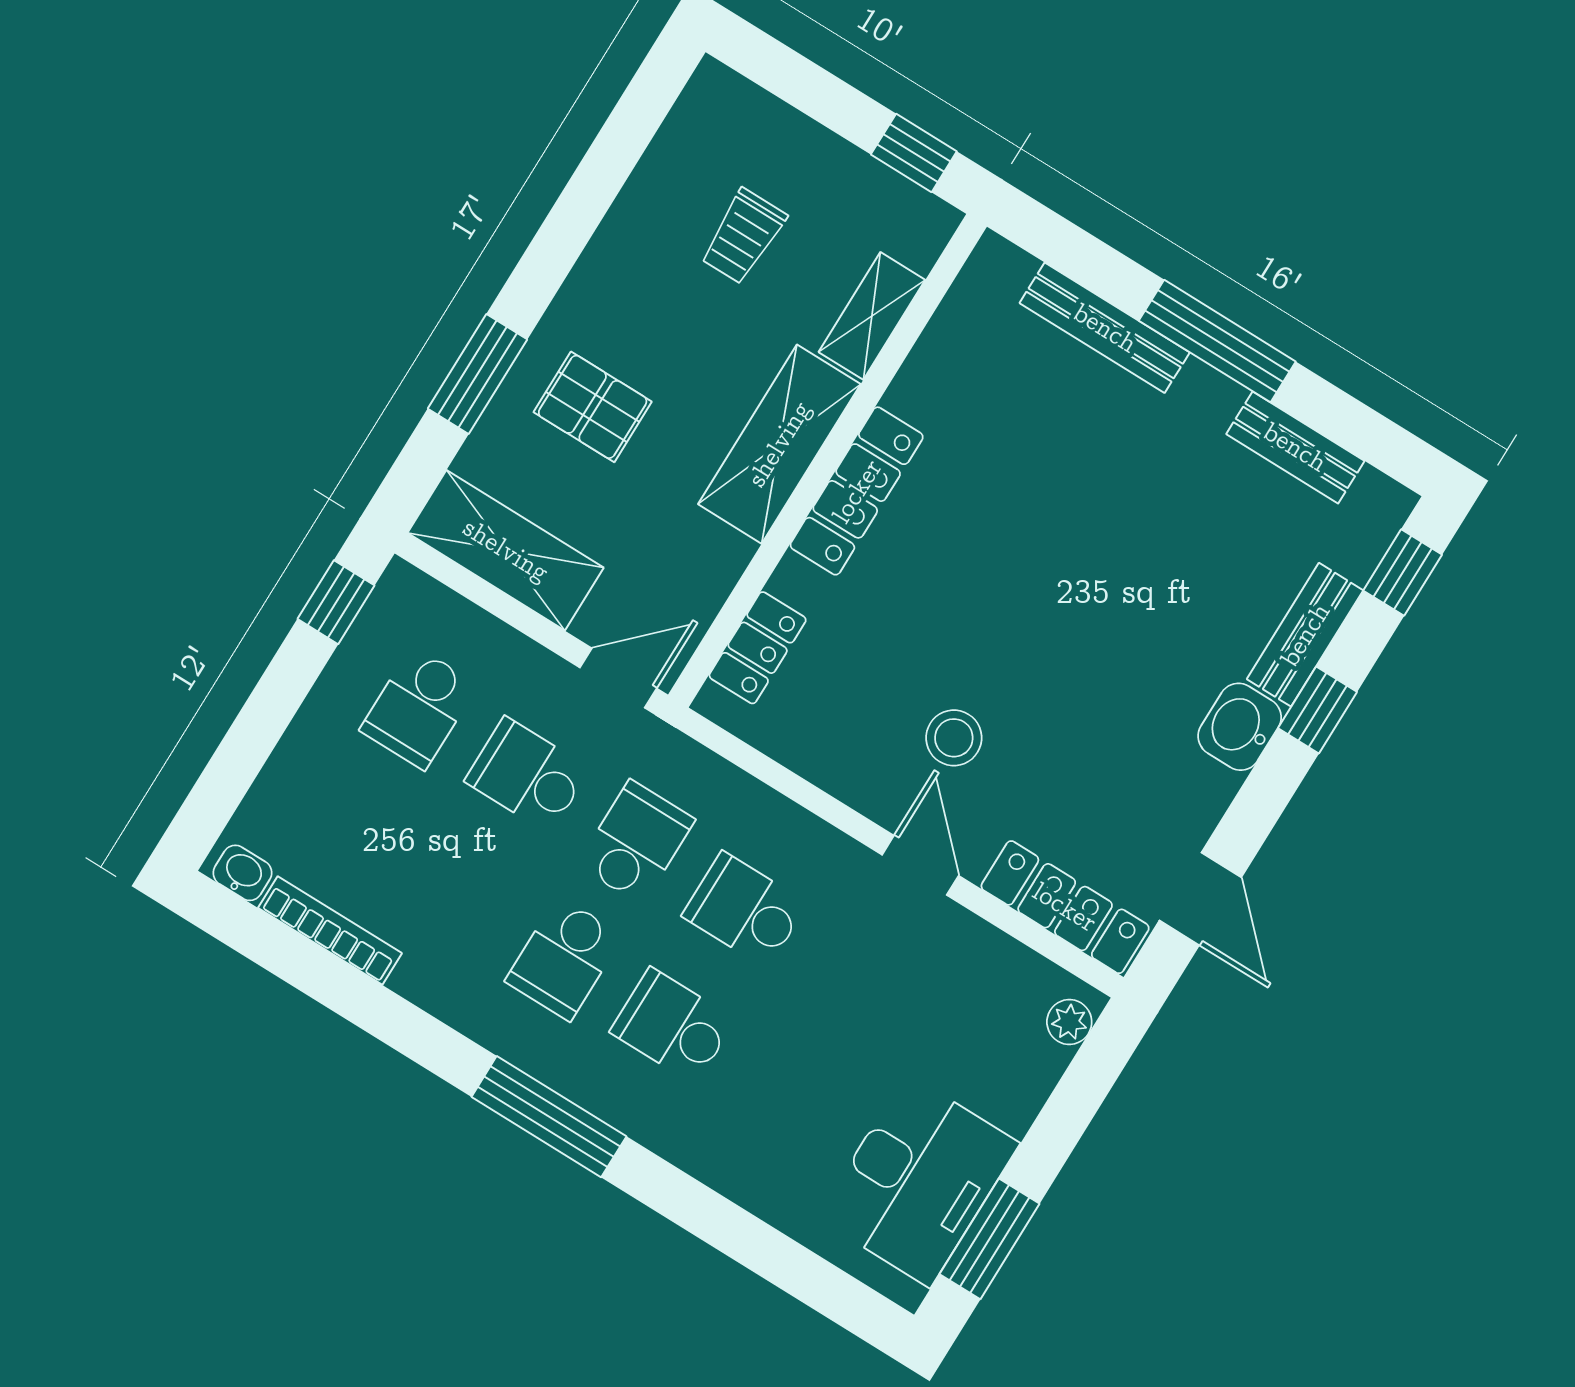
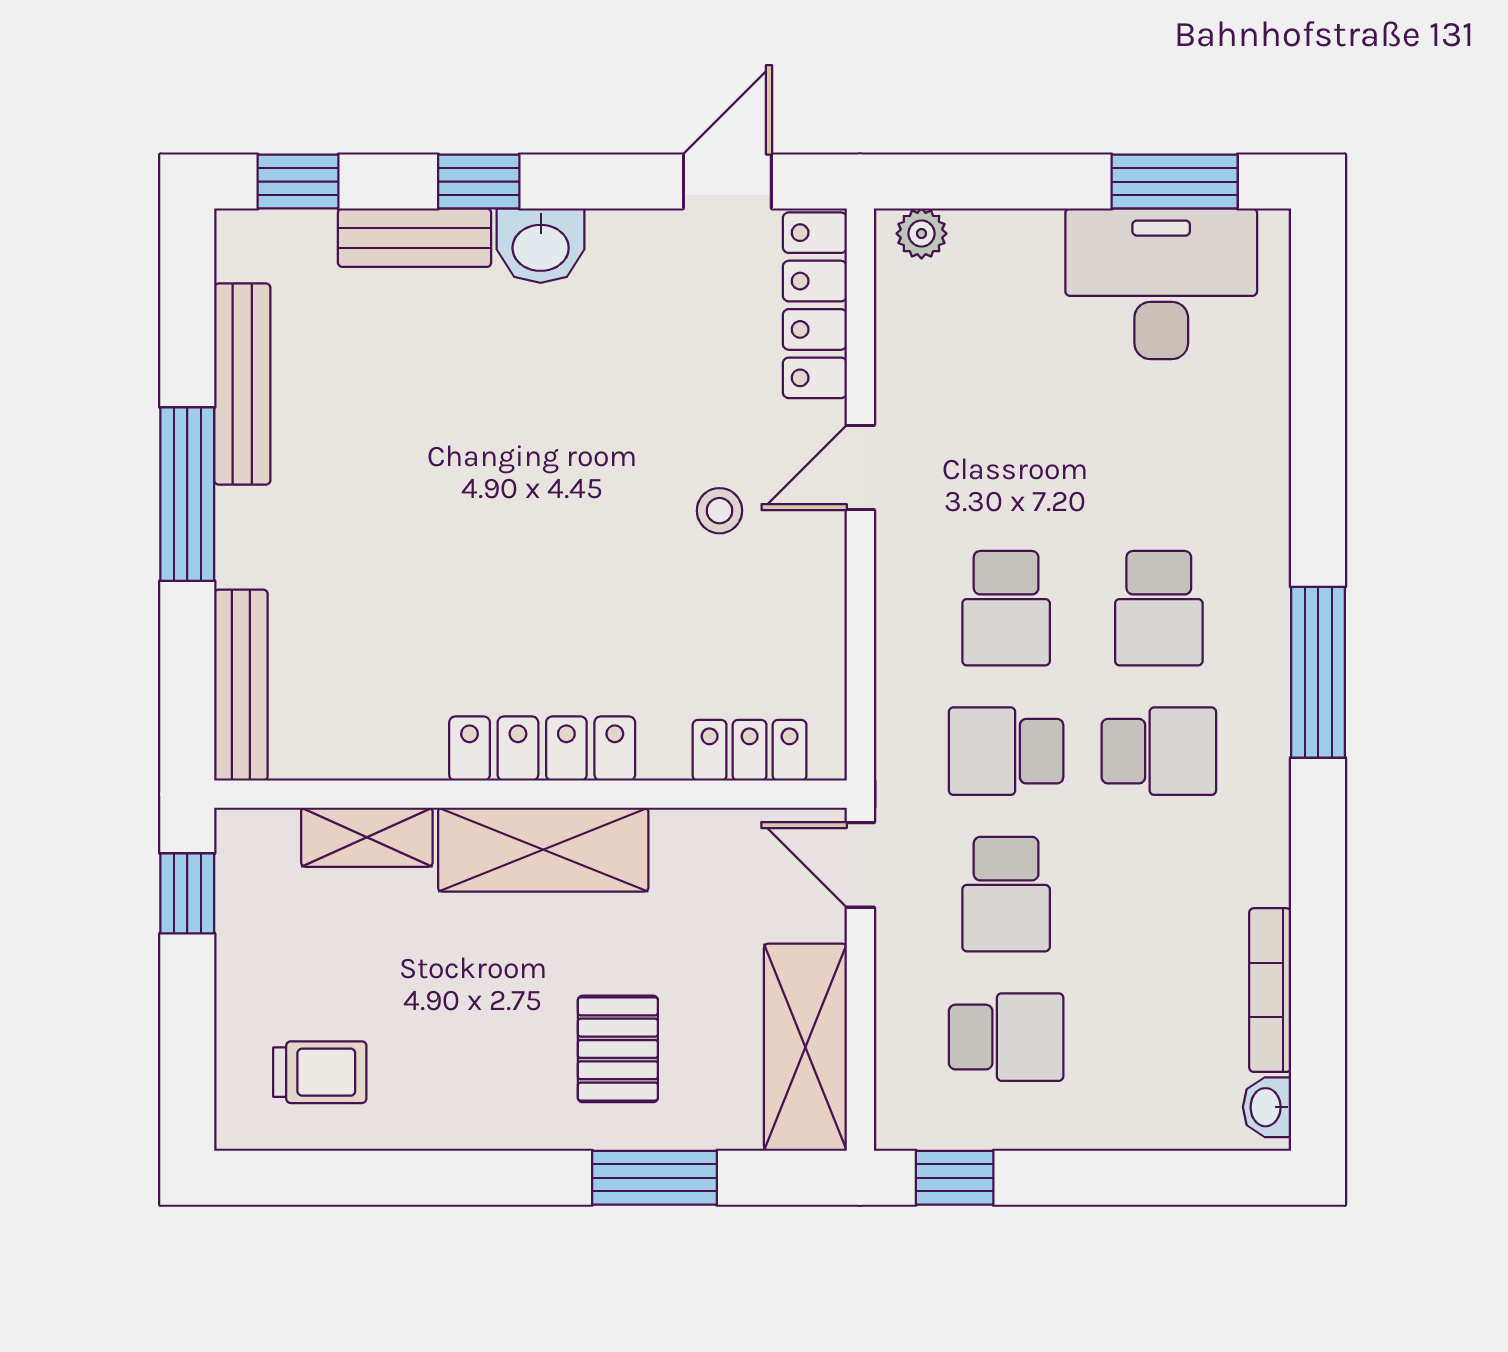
trolley: (743, 236) -> (320, 1072), moved
bench: (1105, 328) -> (241, 685), moved
bench: (1295, 447) -> (242, 384), width x1.36
stool: (954, 738) -> (719, 511), width x0.73, depth x0.73

